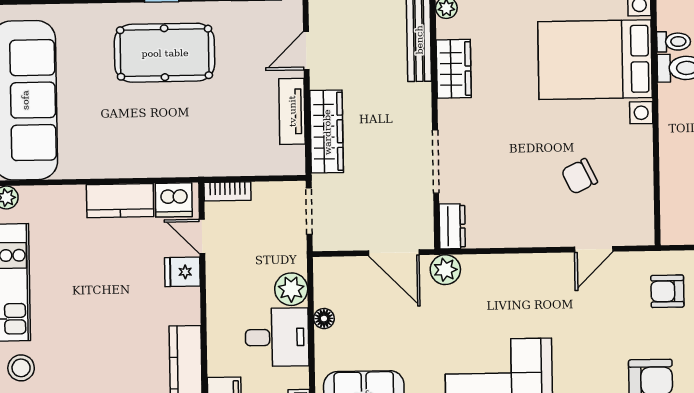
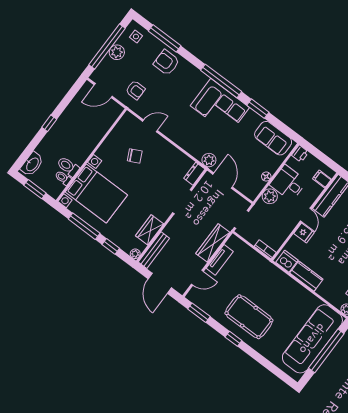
door: (202, 236) -> (306, 215), moved

